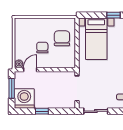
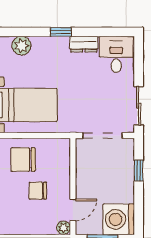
door: (30, 70) -> (73, 210), swing flipped
window: (42, 111) -> (139, 171), moved

